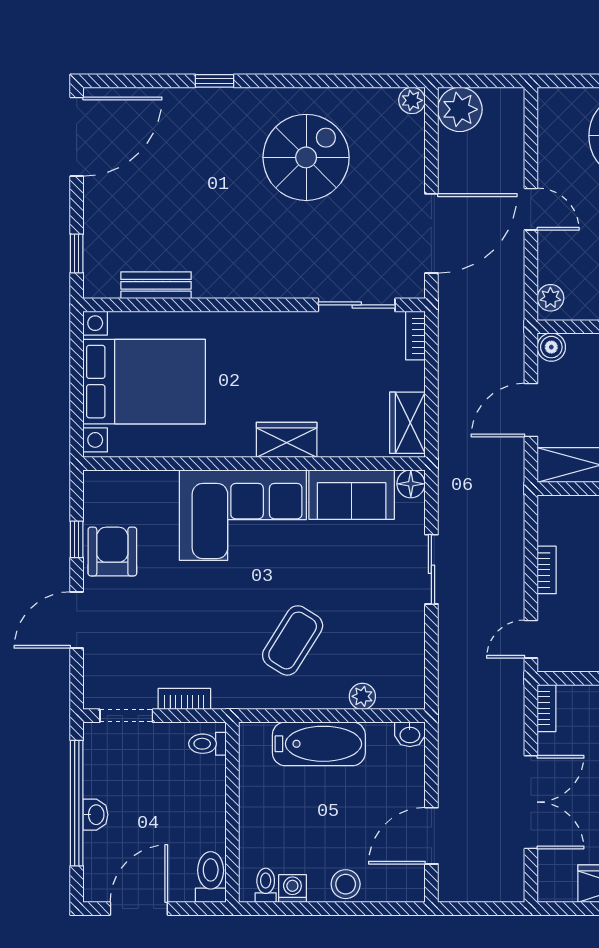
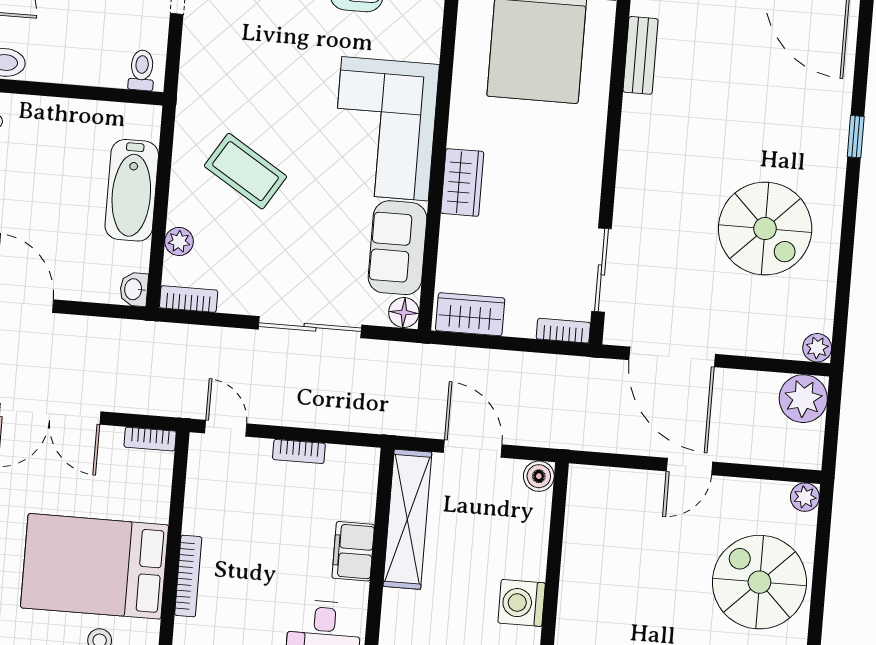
plant: (550, 298) -> (805, 497), moved
sliding door: (431, 569) -> (310, 327), width x1.37
bookcase: (184, 699) -> (189, 299), moved, turned -90

